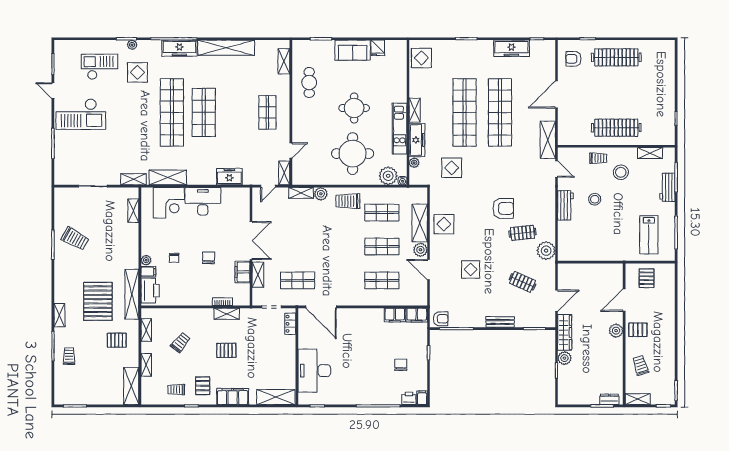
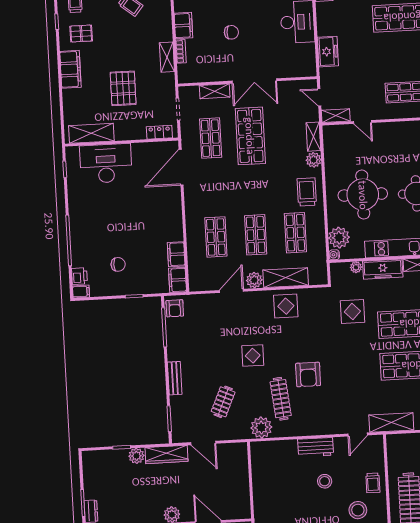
clothes rail: (522, 233) -> (281, 399), width x1.36
shop shelf: (298, 246) -> (250, 136), added
display table: (471, 269) -> (253, 356), moved
filing cabinet: (242, 272) -> (183, 26), moved, turned 90
pallet: (226, 350) -> (123, 88), moved, width x1.50, depth x1.42
shelving: (276, 397) -> (91, 133), moved, turned 90

